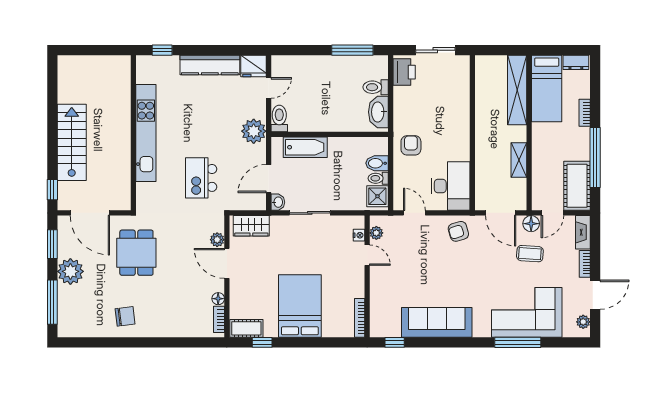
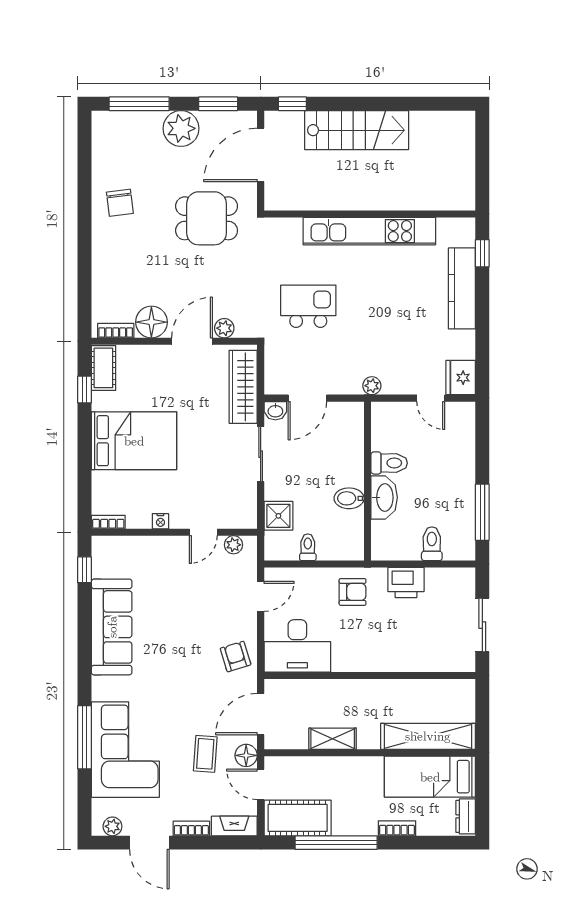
kitchen counter: (210, 65) -> (462, 288), moved
printer: (404, 72) -> (406, 582), moved
washbasin: (378, 112) -> (384, 497), moved, turned 90
toilet: (279, 119) -> (389, 463), moved
plant: (254, 131) -> (372, 386), width x0.53, depth x0.53
bathtub: (305, 147) -> (350, 448), removed
bidet: (377, 163) -> (349, 498), moved, turned -90
door: (269, 179) -> (307, 398), swing flipped
shower: (377, 196) -> (278, 516), moved
wardrobe: (251, 226) -> (243, 387), width x1.50
nightstand: (359, 235) -> (160, 521), moved
floor lamp: (218, 299) -> (151, 322), width x1.89, depth x1.89
bookcase: (360, 318) -> (108, 522), width x0.64

